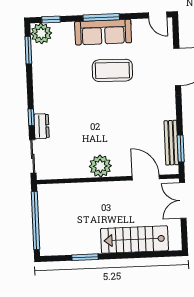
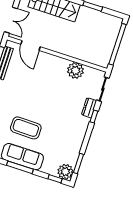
plant: (100, 166) -> (75, 71), moved

